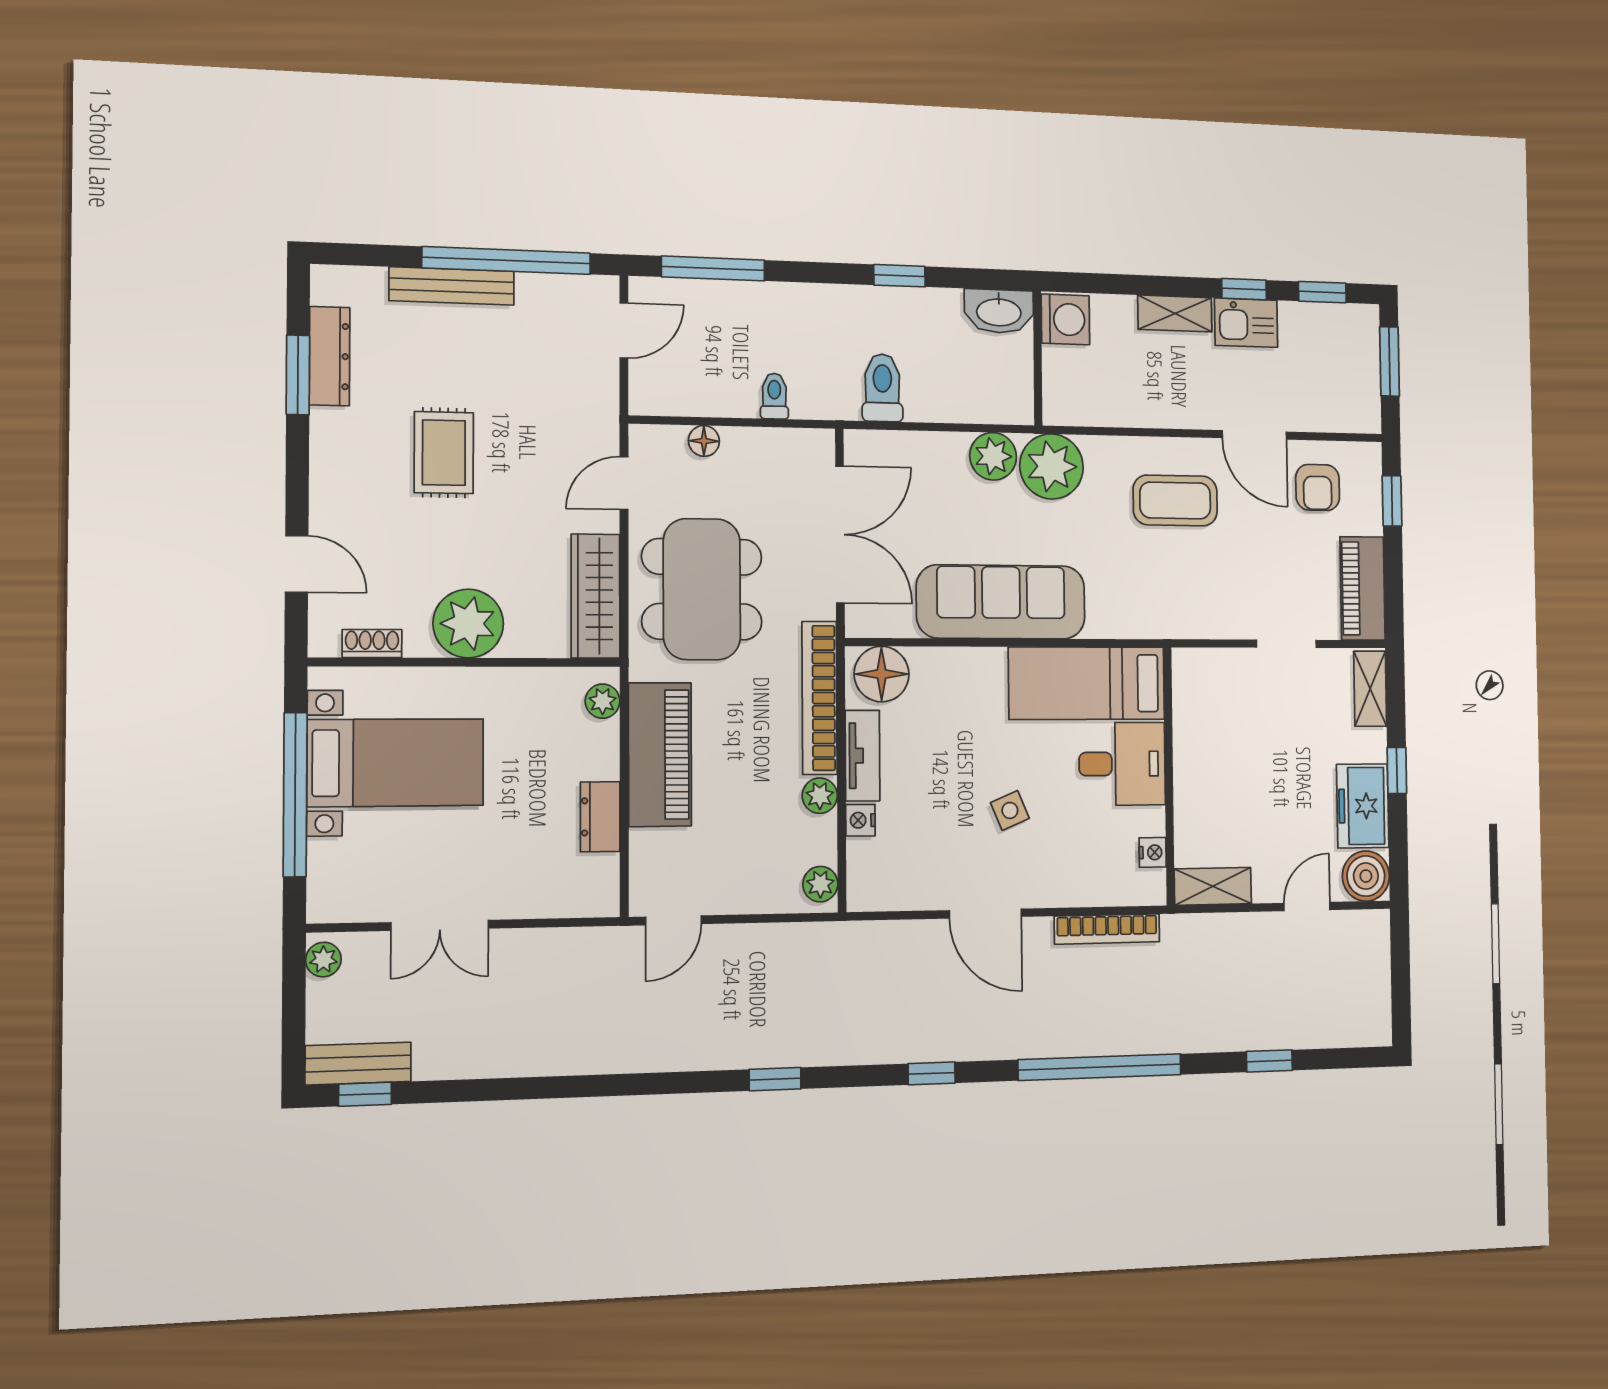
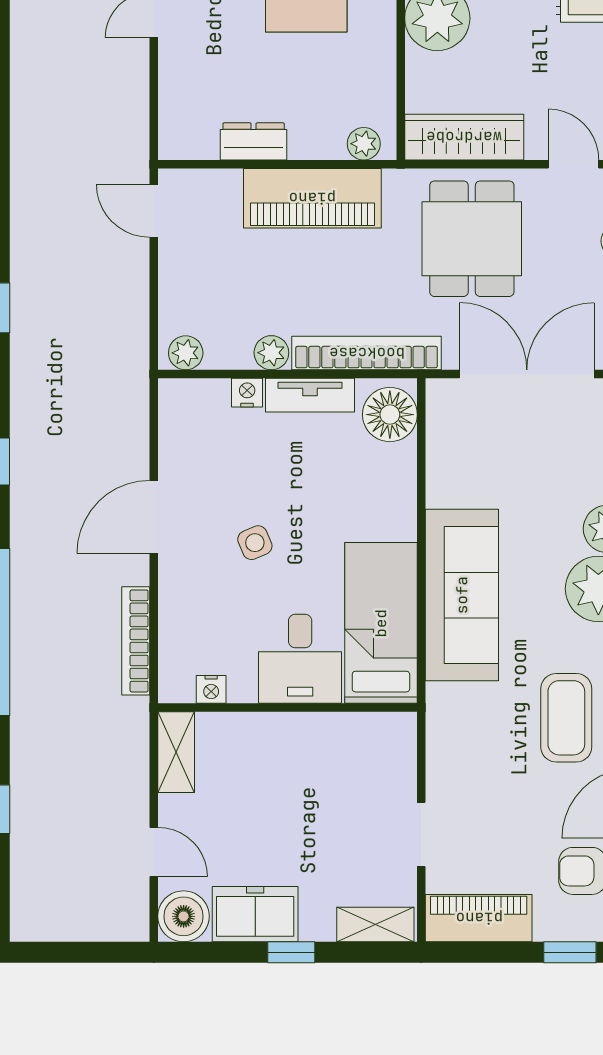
double door: (840, 534) -> (527, 374), swing flipped
dining table: (702, 589) -> (472, 239), width x0.73
sofa: (1001, 602) -> (462, 595), moved

